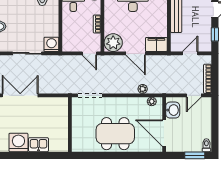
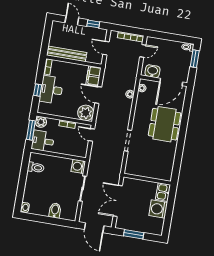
door: (89, 53) -> (92, 135), swing flipped
door: (136, 53) -> (98, 95), swing flipped
door: (194, 95) -> (143, 51), hinge flipped
wall: (70, 124) -> (147, 179), moved

